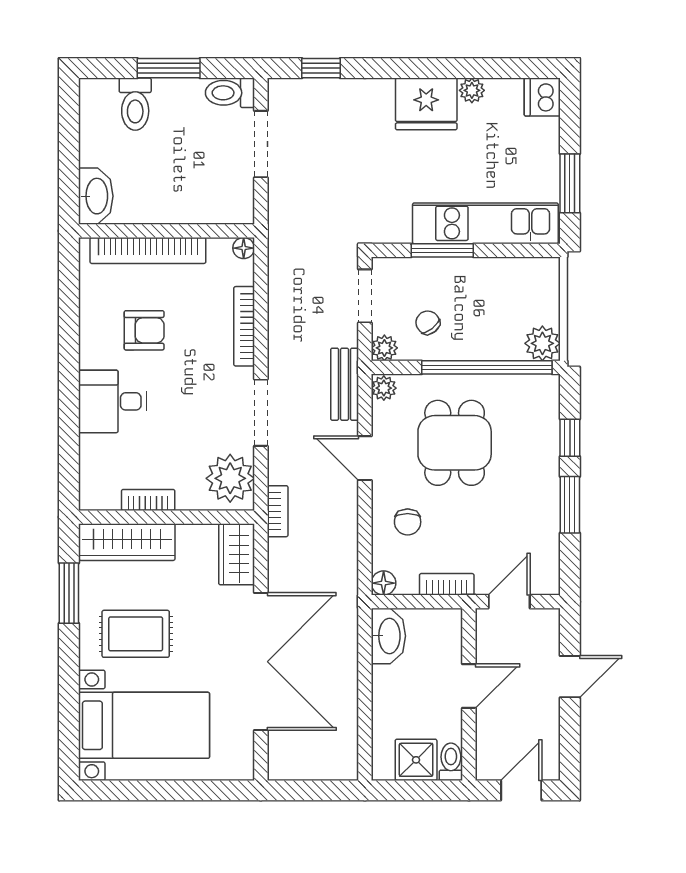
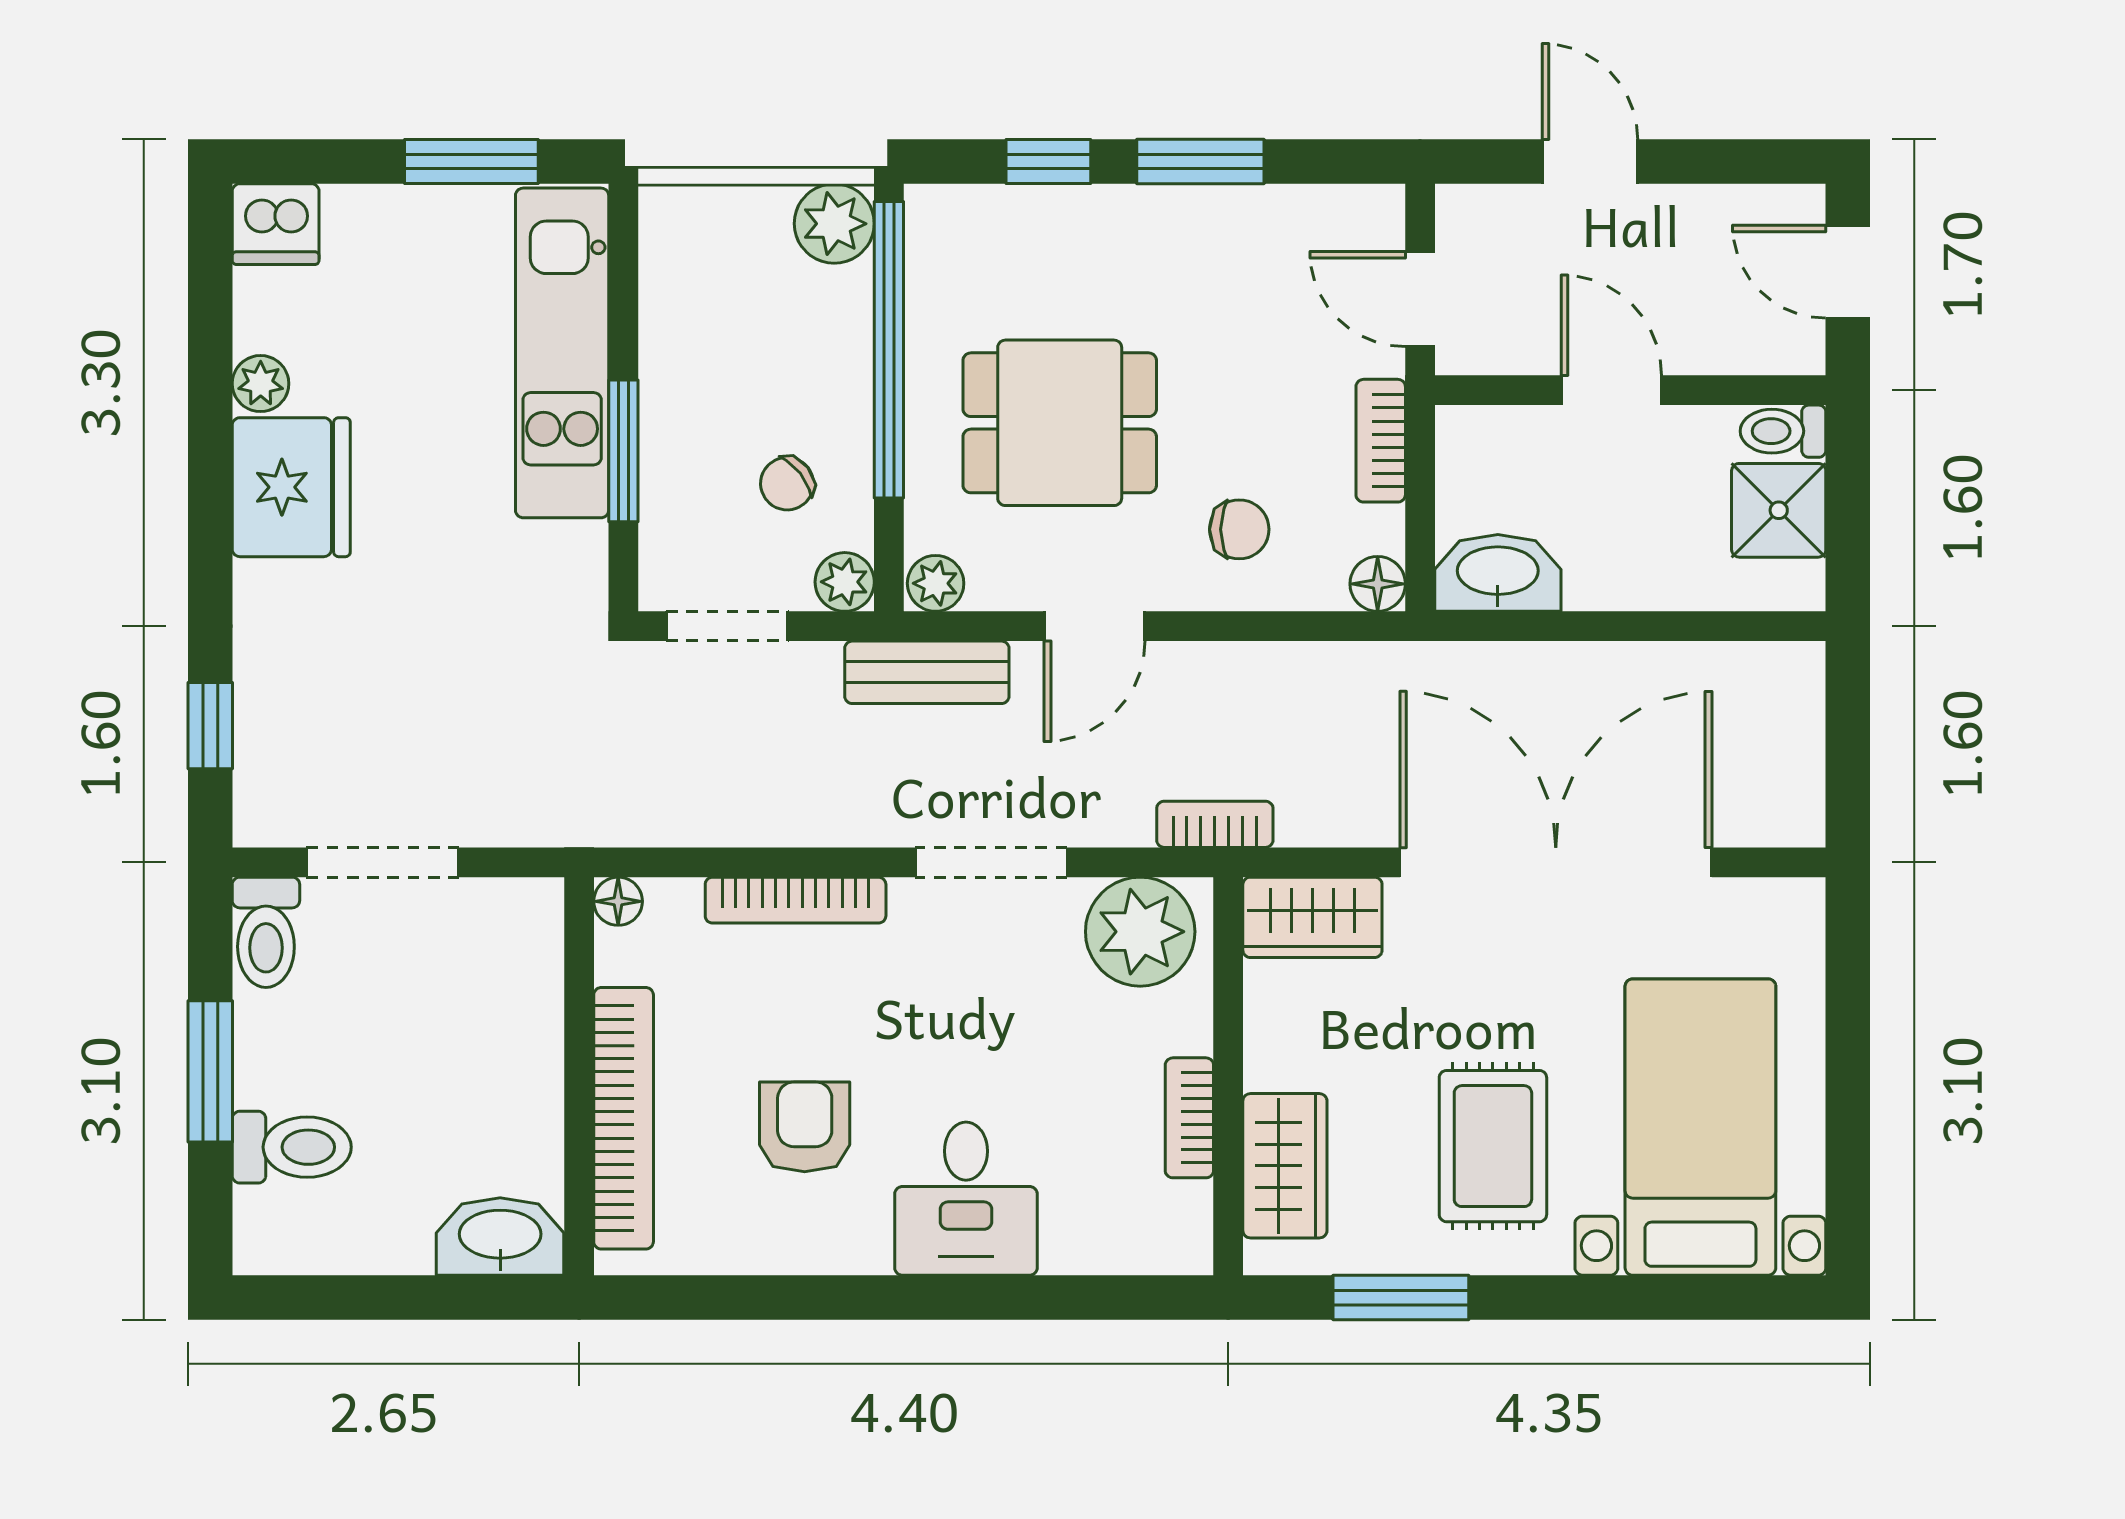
wardrobe: (127, 542) -> (1285, 1166), width x0.67

